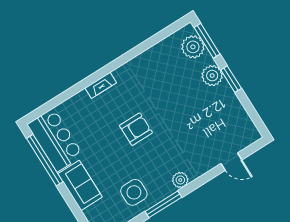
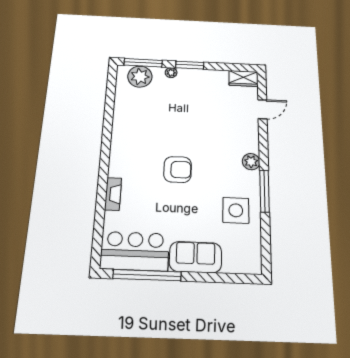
plant: (212, 76) -> (171, 73), width x0.53, depth x0.53
fireplace: (101, 85) -> (113, 194), moved
armchair: (136, 129) -> (178, 169), turned 90
wardrobe: (249, 130) -> (244, 78), added

